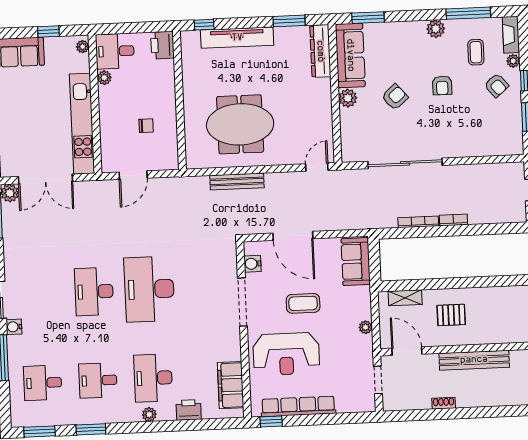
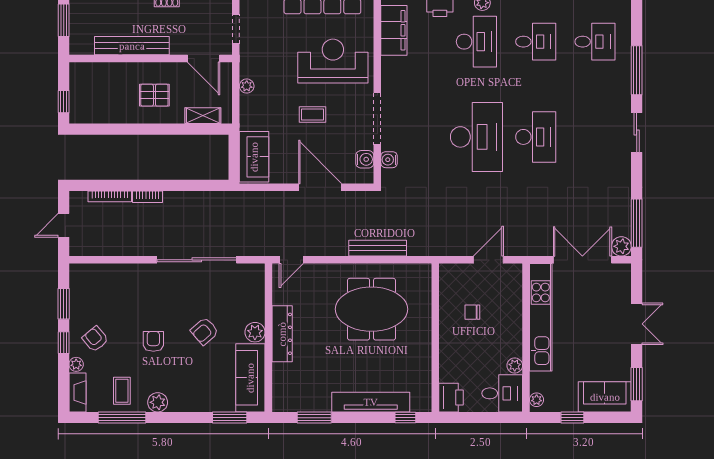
dresser: (320, 51) -> (282, 334), moved
coffee table: (476, 52) -> (122, 391), moved
bookcase: (418, 222) -> (110, 196), moved
coffee table: (303, 303) -> (312, 115), width x0.73, depth x0.77
water cooler: (14, 327) -> (389, 160), moved, turned 180

